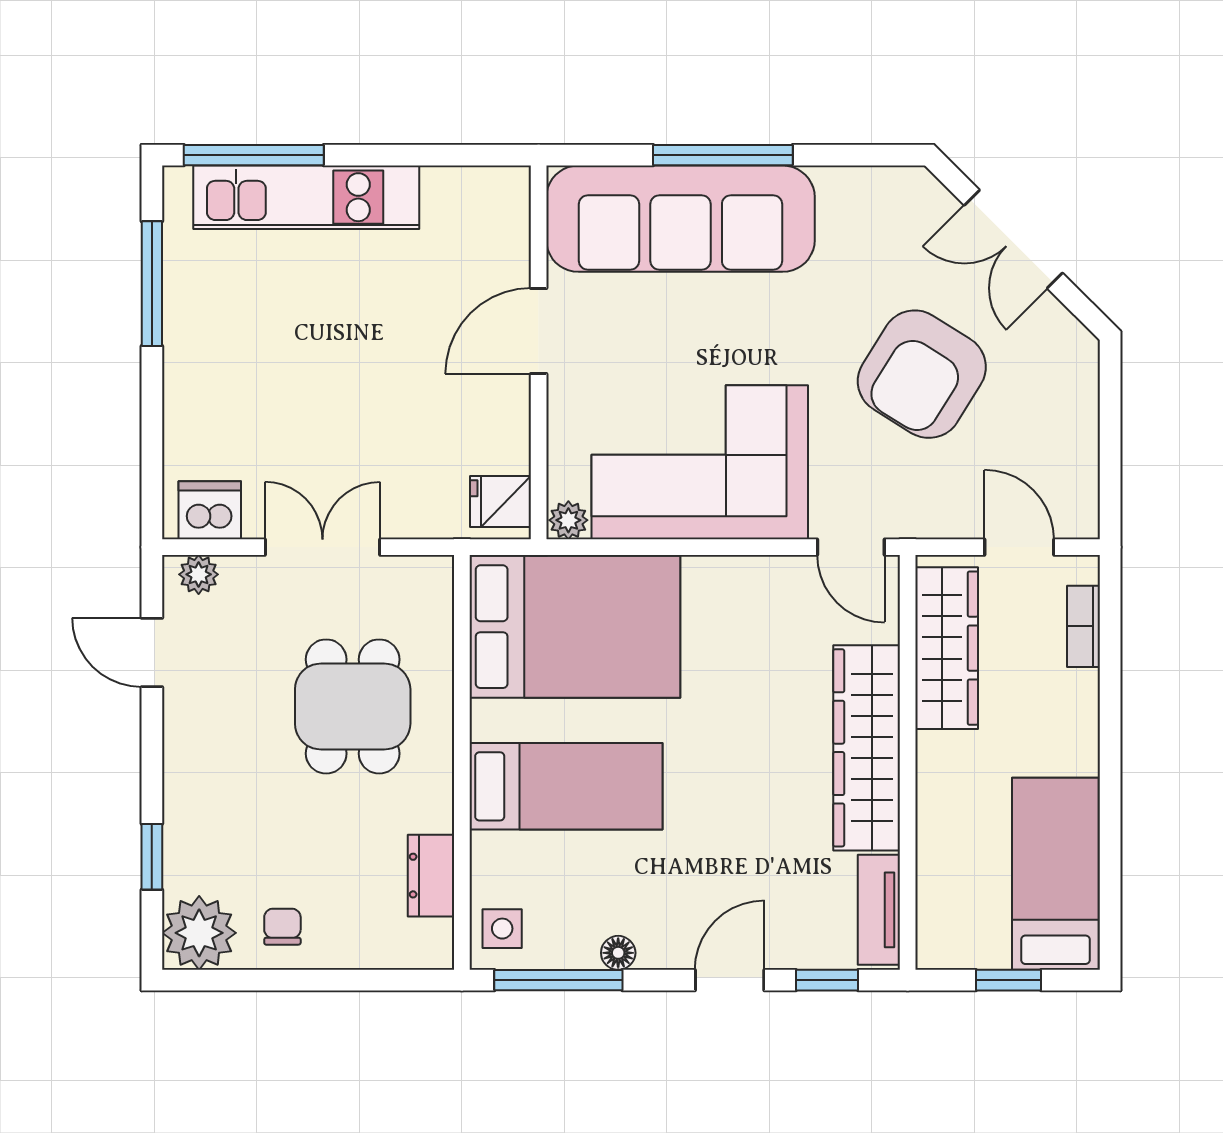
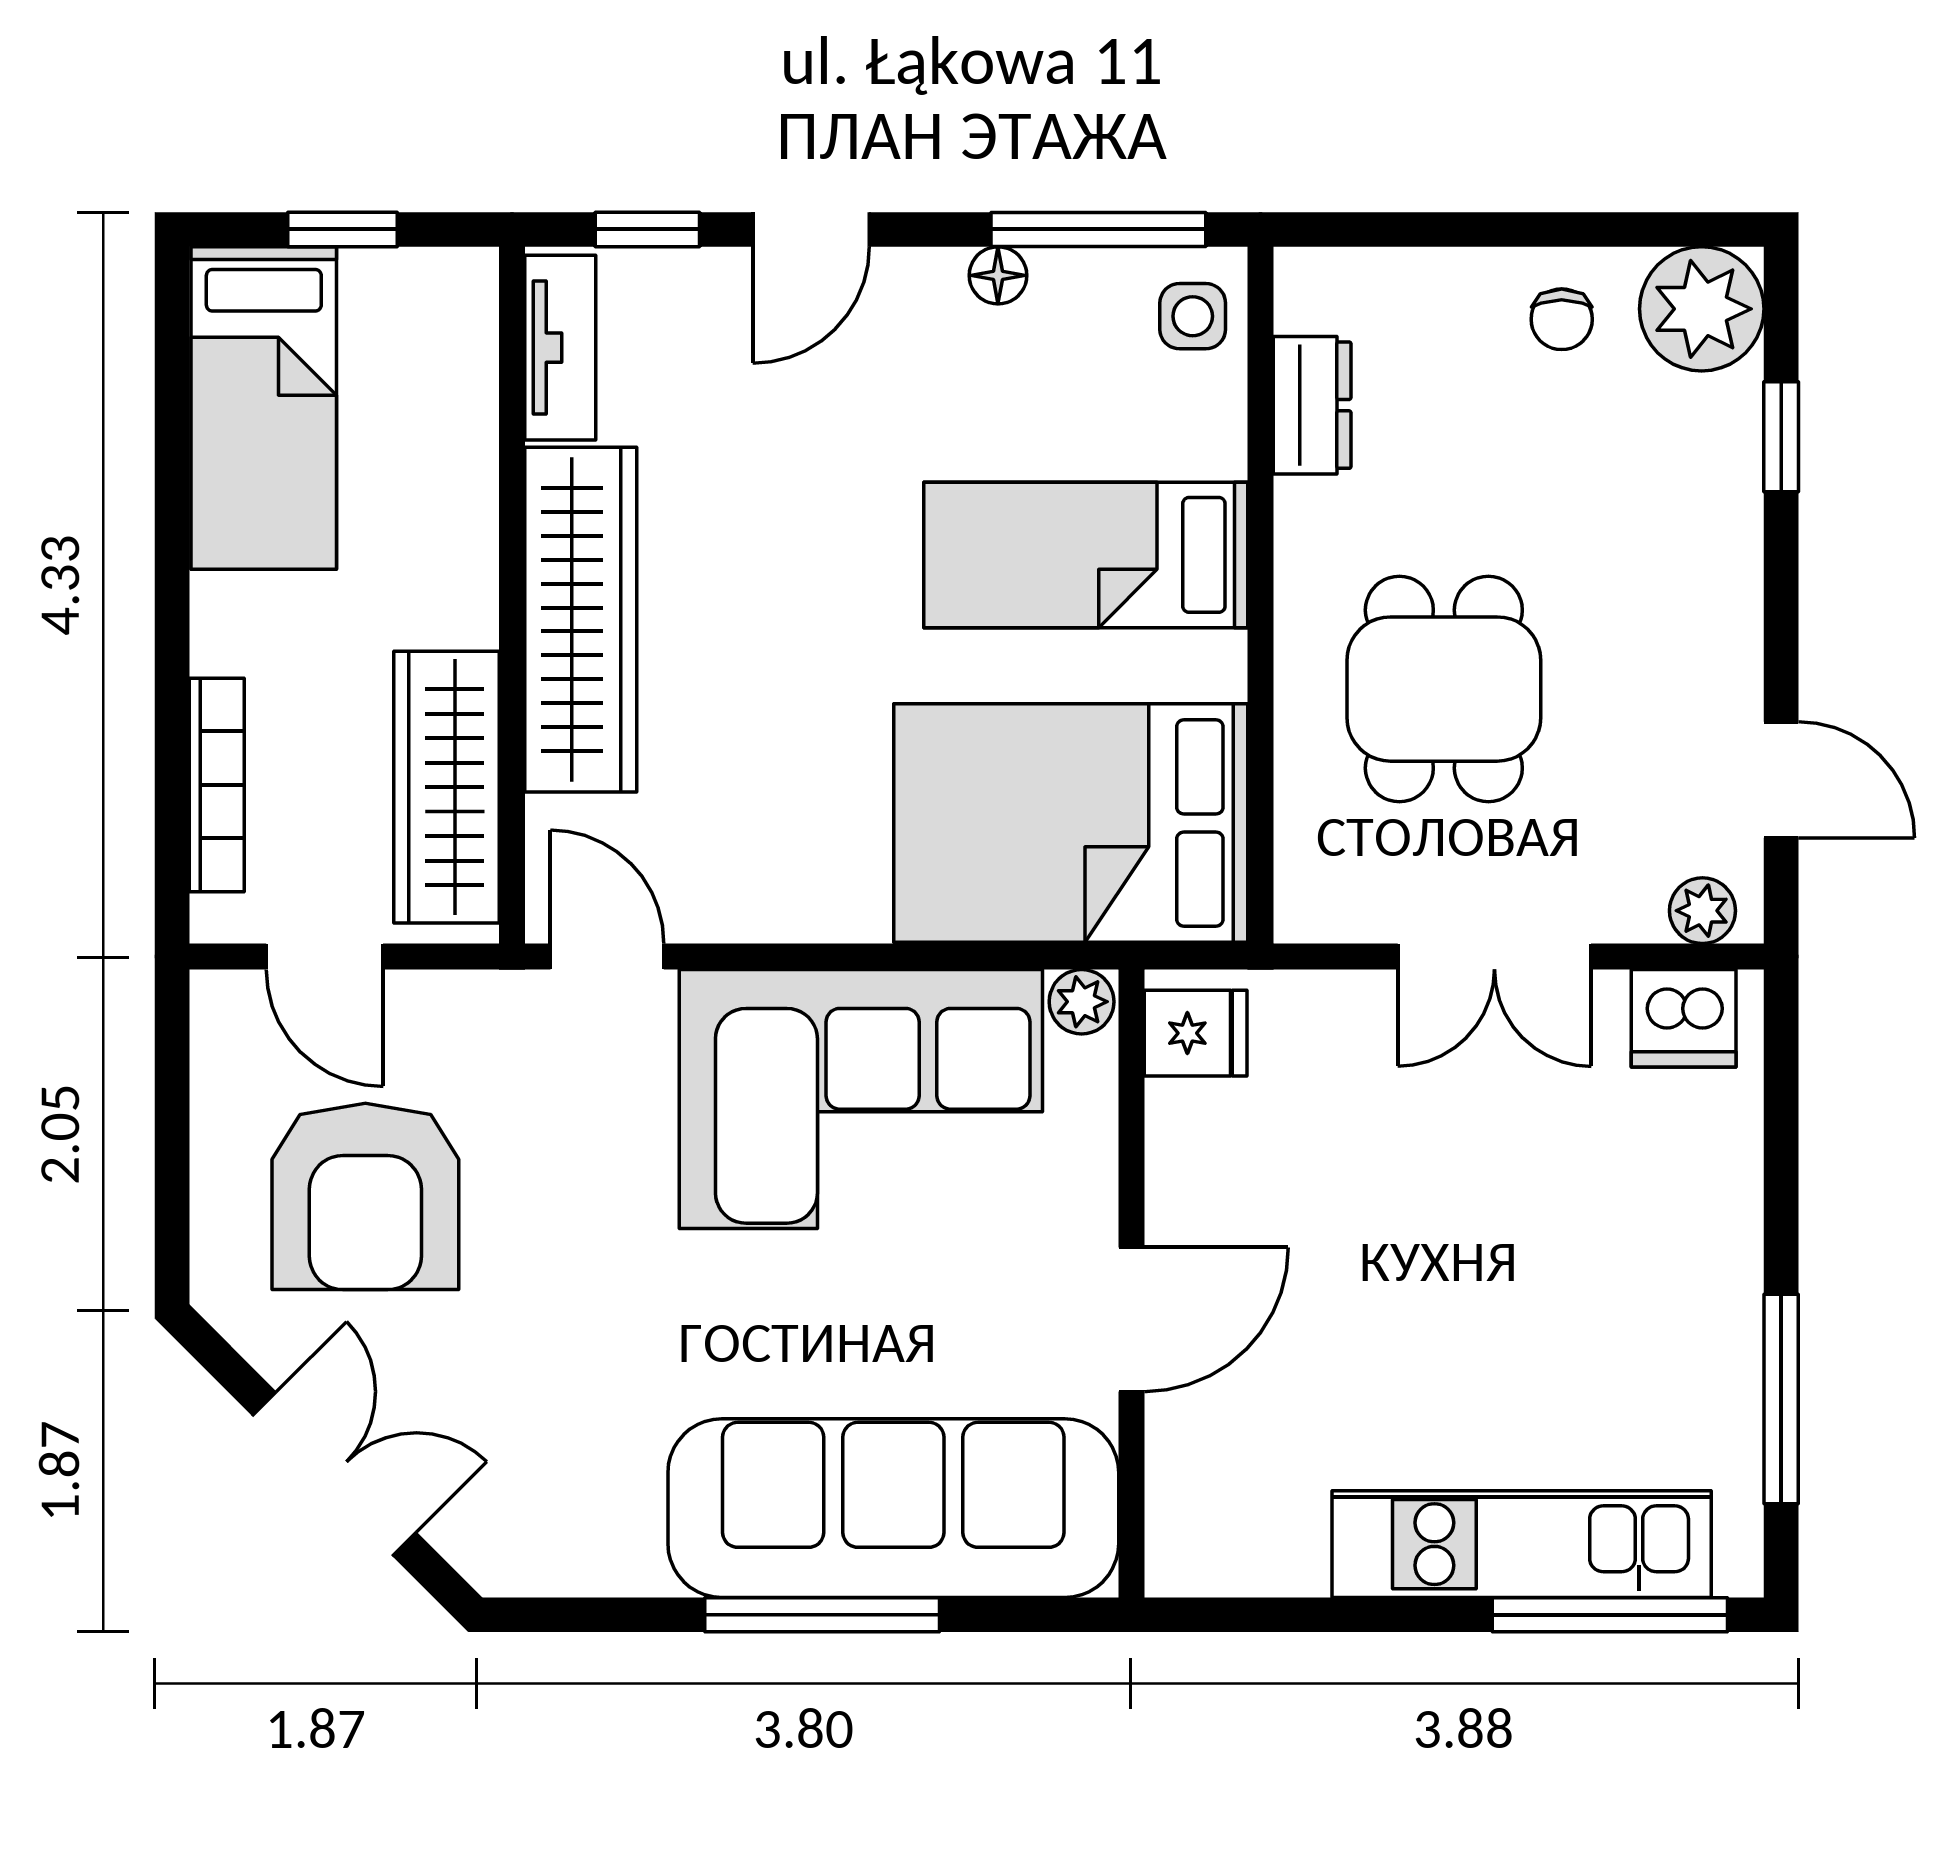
armchair: (922, 374) -> (365, 1196), moved, turned 148
bookcase: (1083, 626) -> (217, 785), width x1.56

